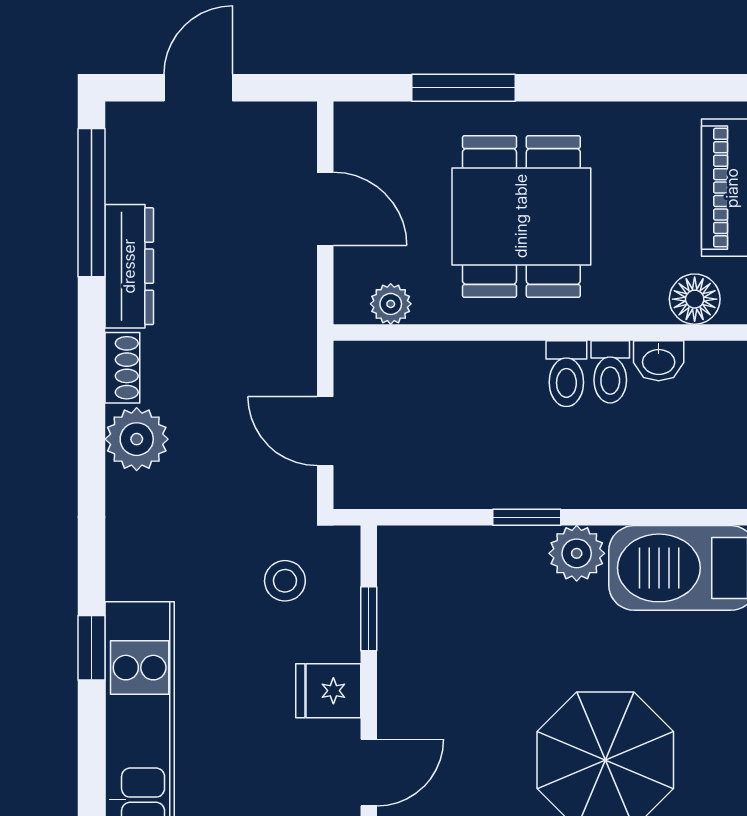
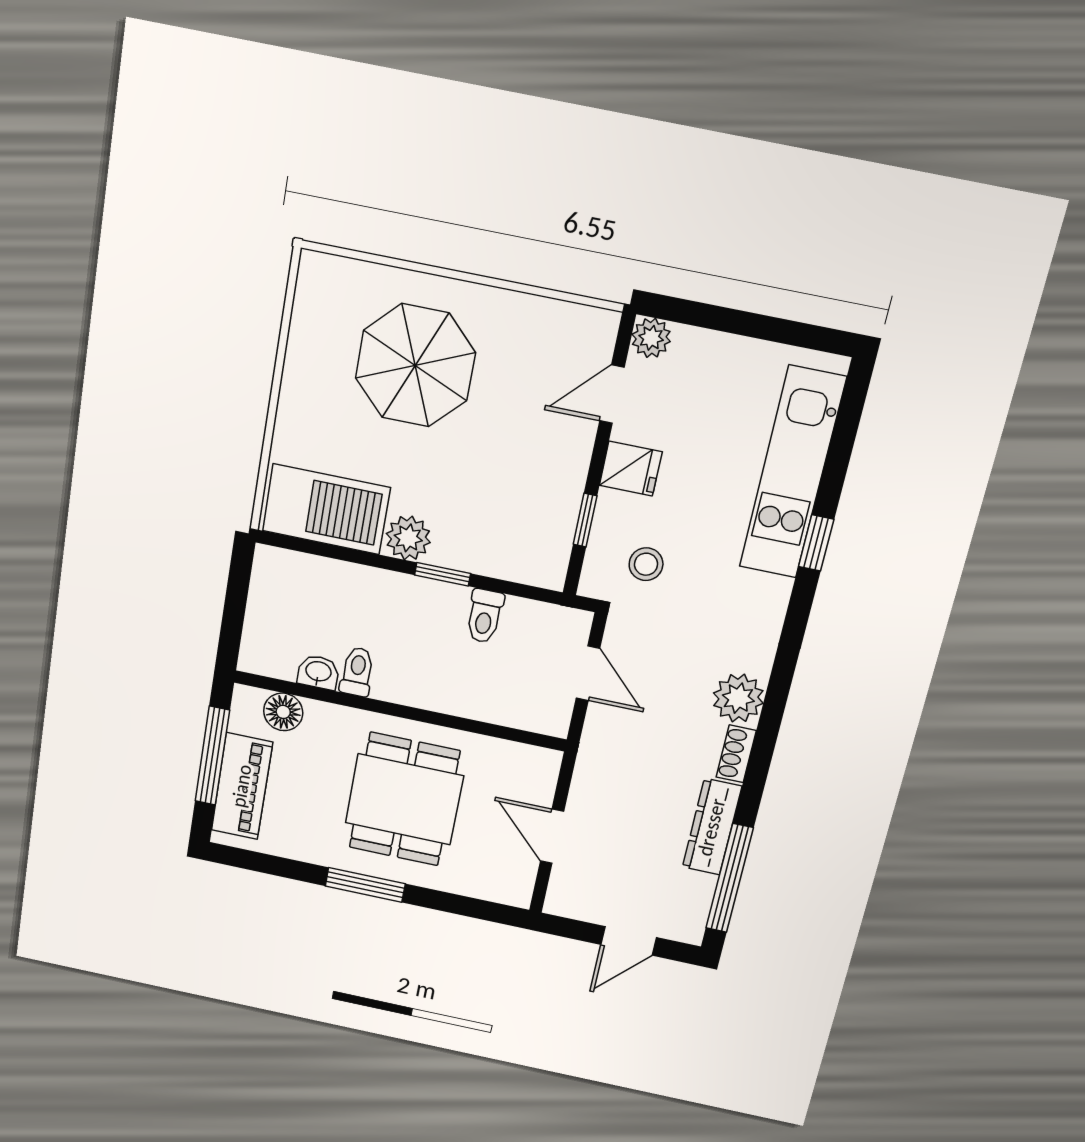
window: (463, 88) -> (365, 885), moved
plant: (391, 304) -> (517, 757), removed
toilet: (566, 374) -> (485, 616), moved, turned 180

